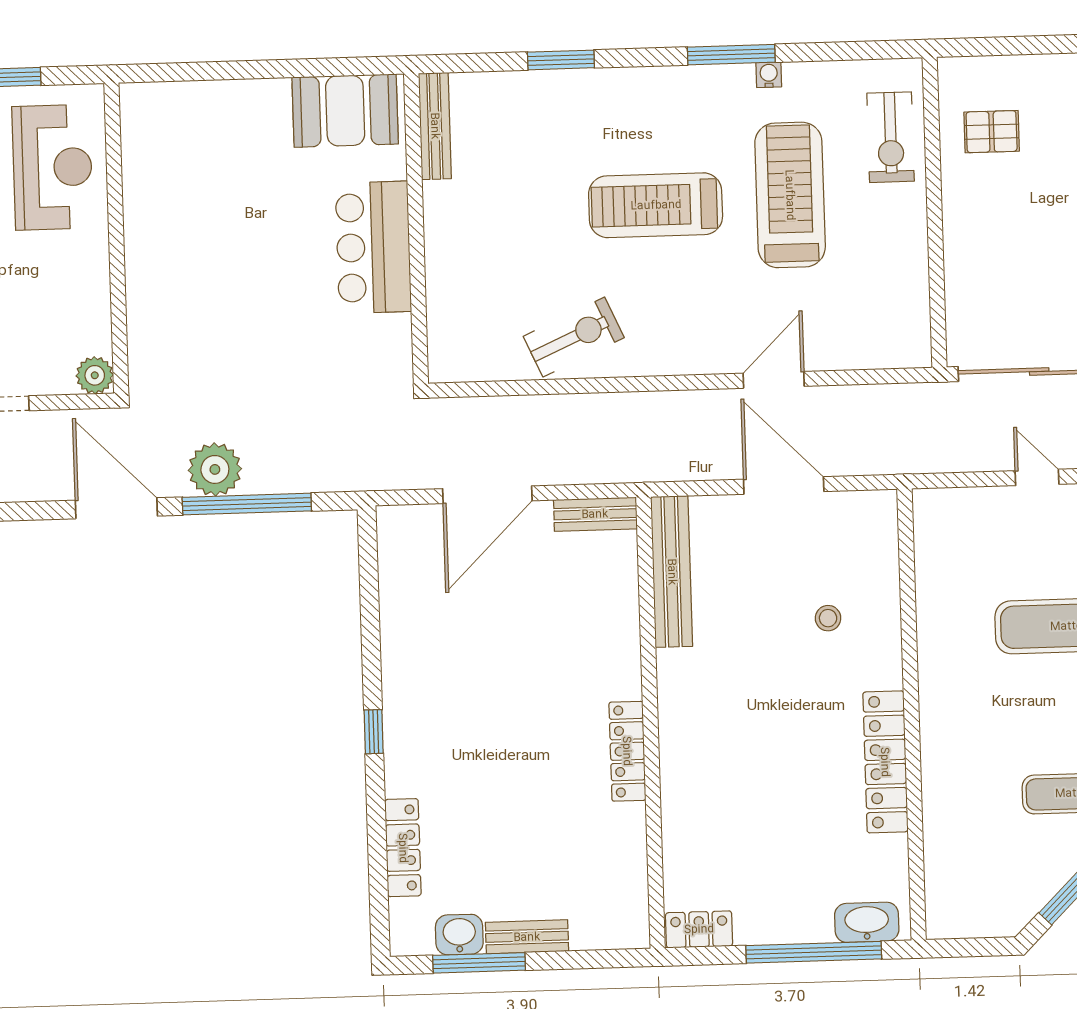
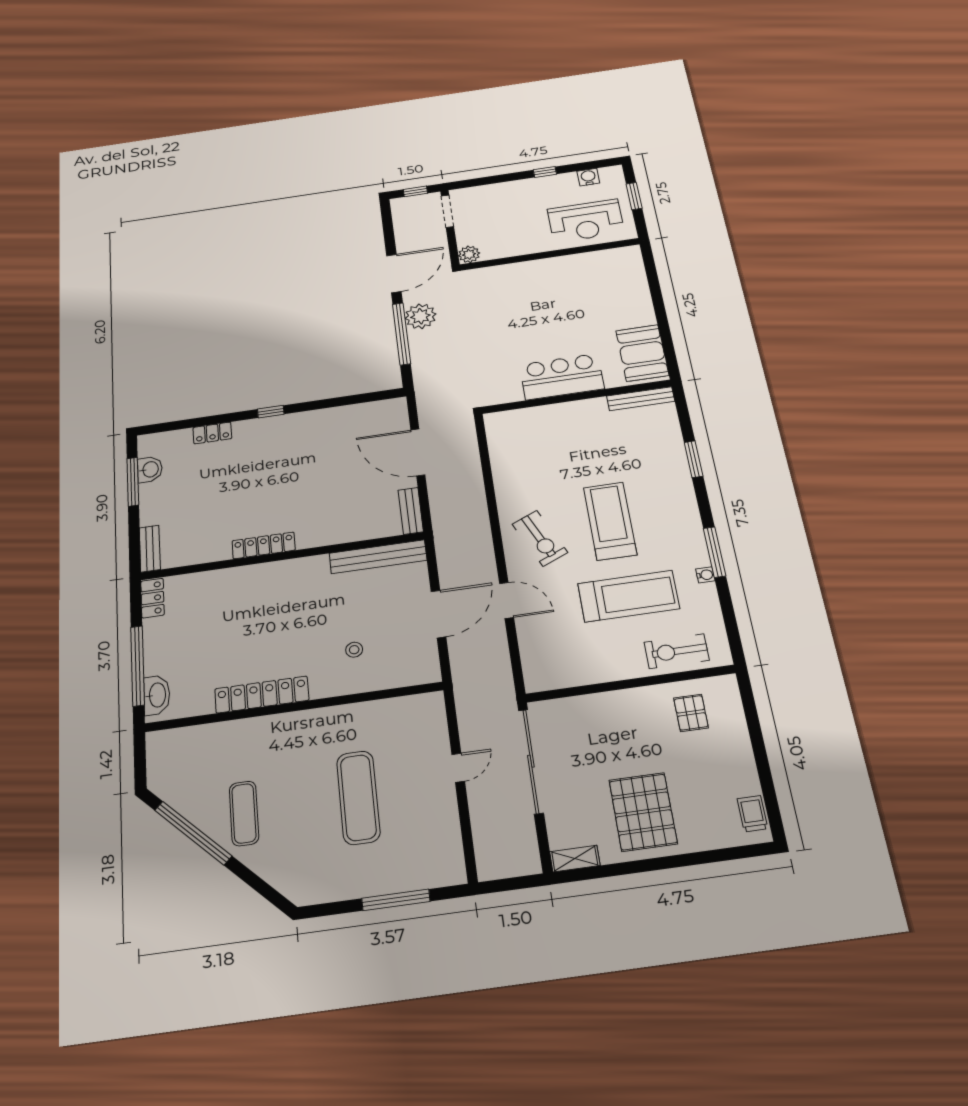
exercise bike: (574, 337) -> (540, 538), moved
locker: (403, 848) -> (212, 433), width x0.66
bench: (527, 937) -> (150, 549), moved

